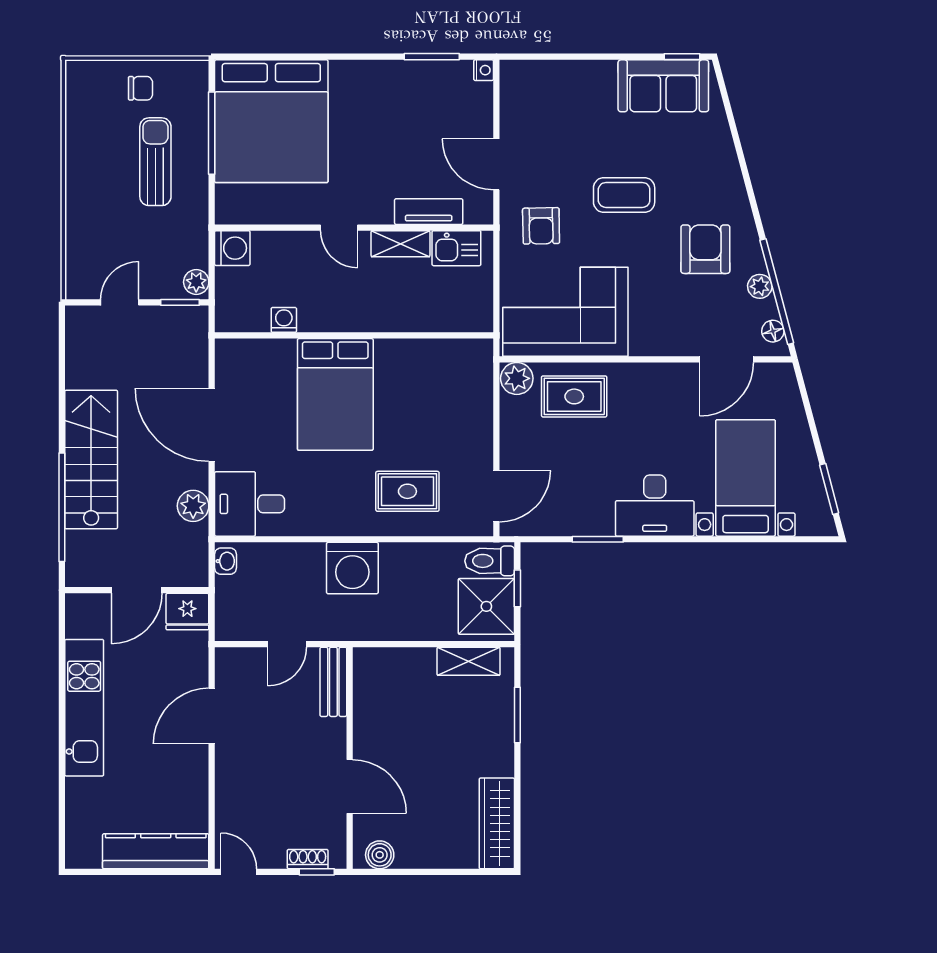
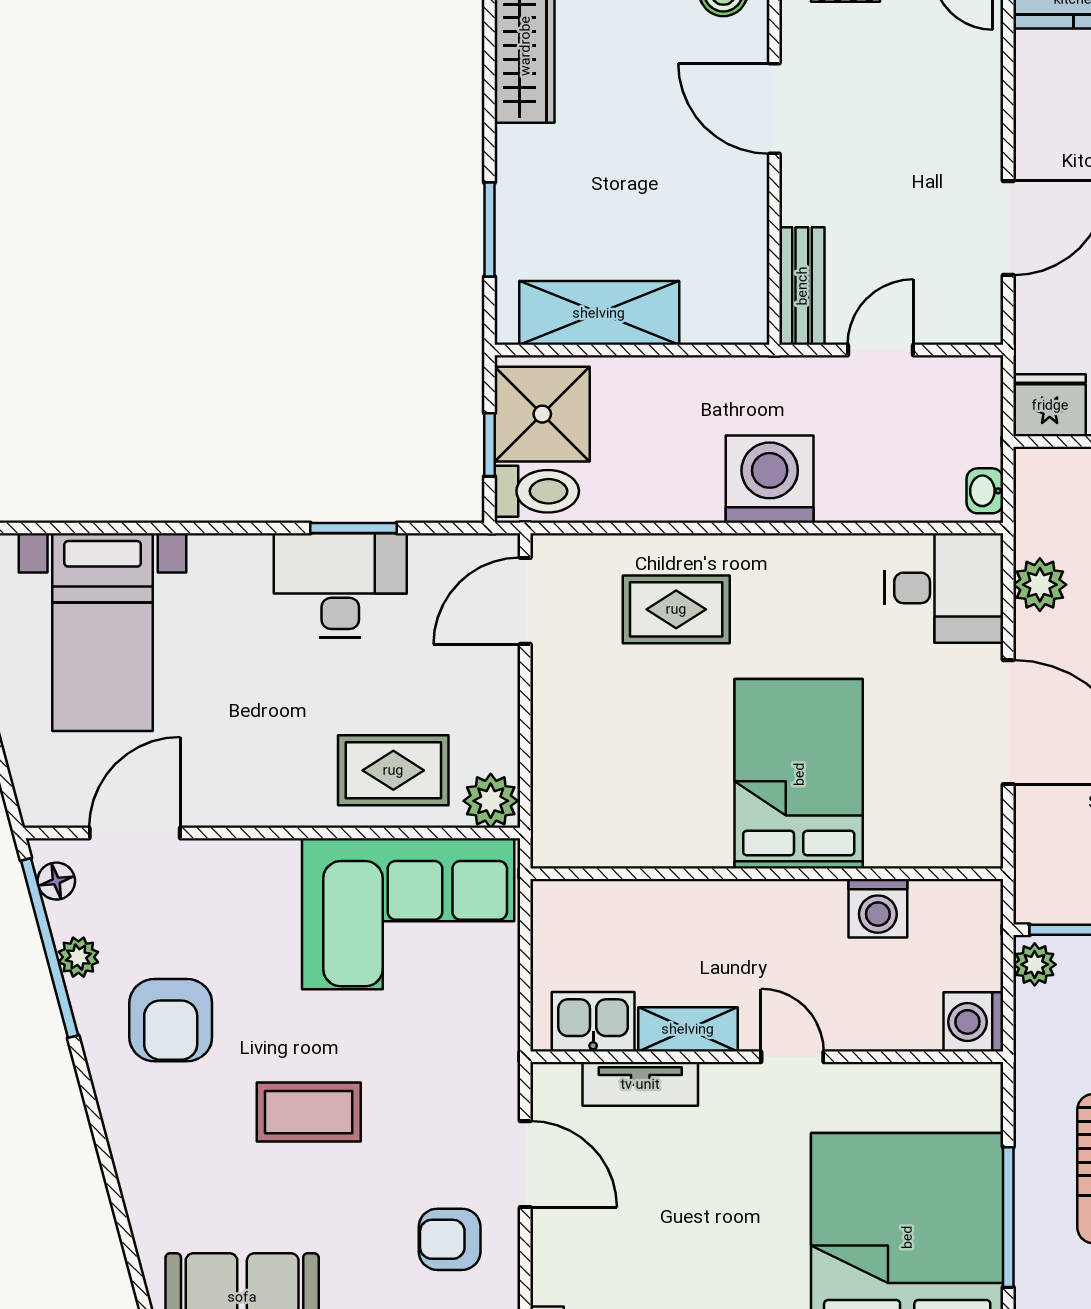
armchair: (541, 226) -> (450, 1239), moved, turned -89
washing machine: (284, 320) -> (878, 908), width x1.38, depth x1.38
desk: (655, 506) -> (340, 585), moved
shelving: (469, 661) -> (599, 313), width x1.50, depth x1.33

